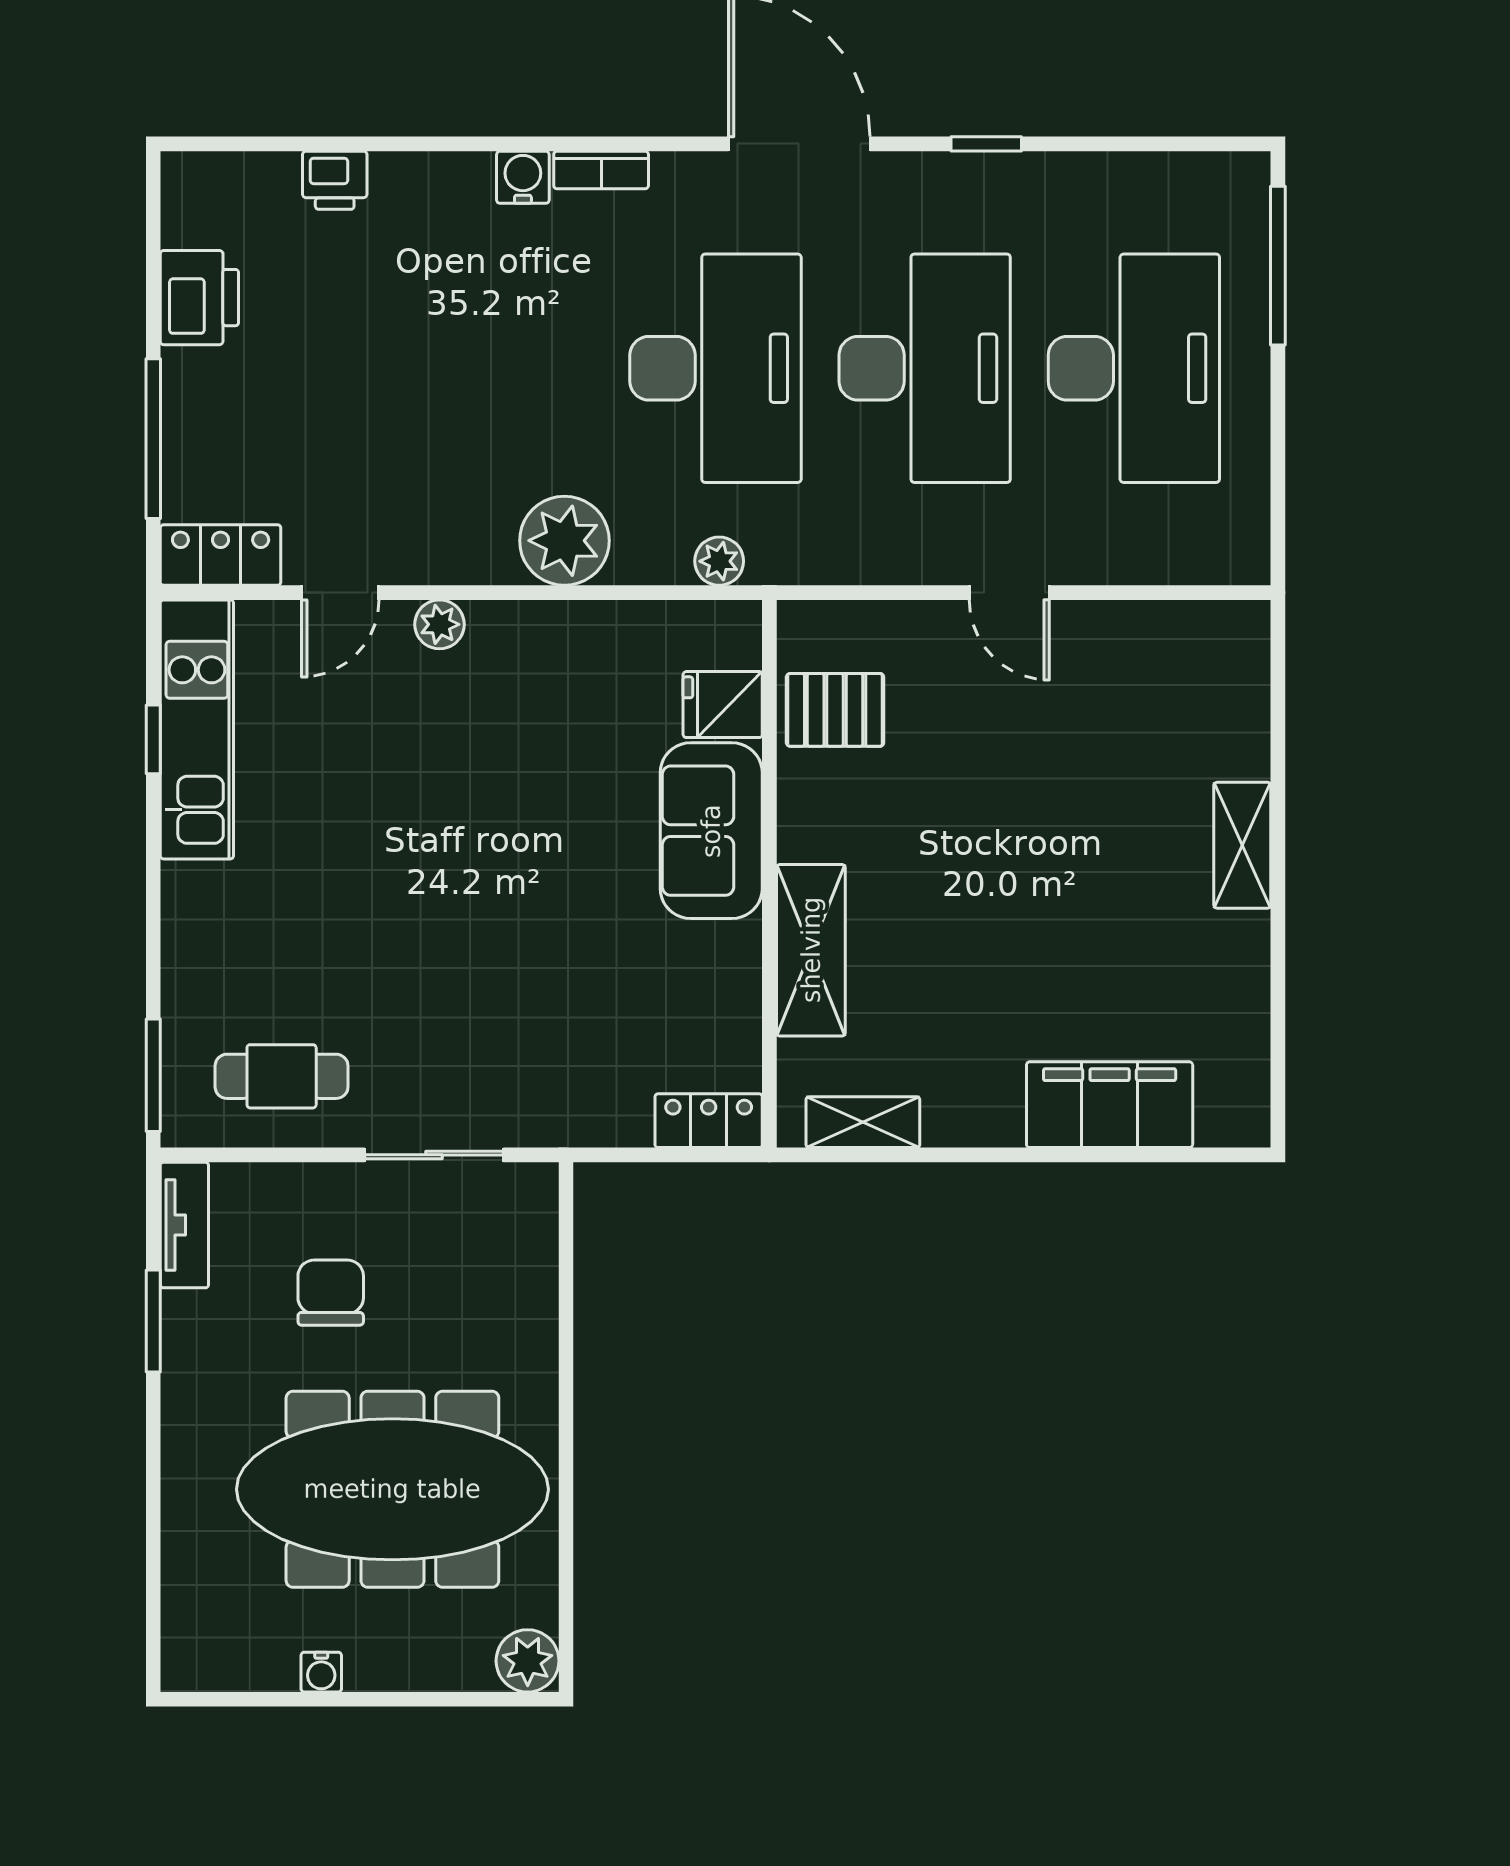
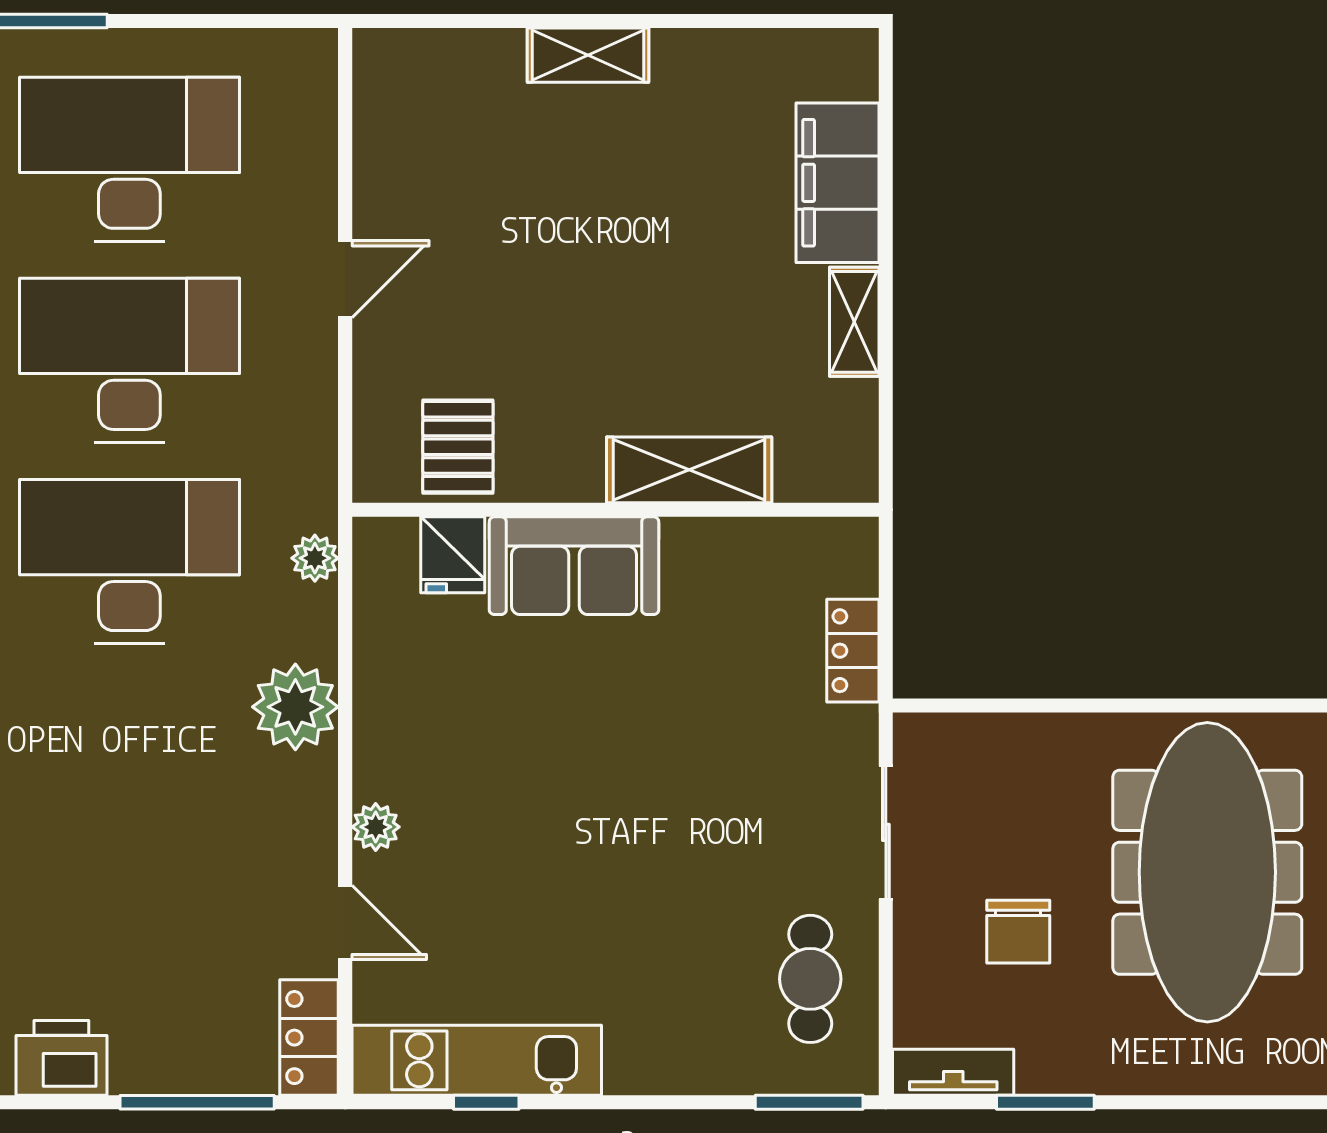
locker: (709, 1121) -> (853, 651), moved
shelving: (863, 1122) -> (854, 322), moved
chair: (331, 1293) -> (1018, 932), turned -90

